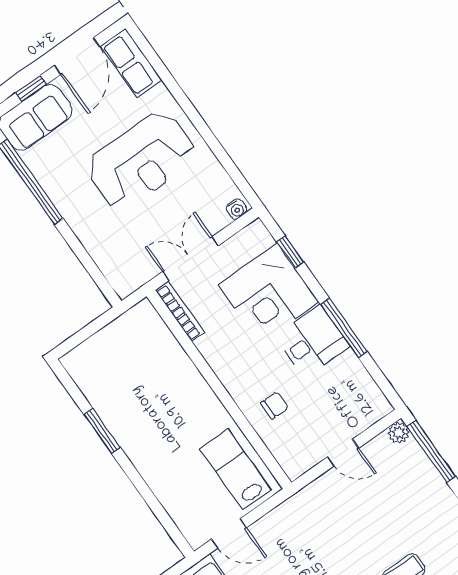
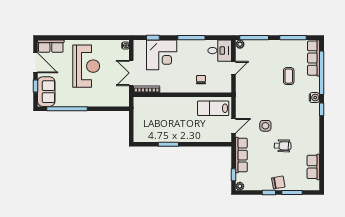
desk: (313, 341) -> (220, 51), moved, turned 90

